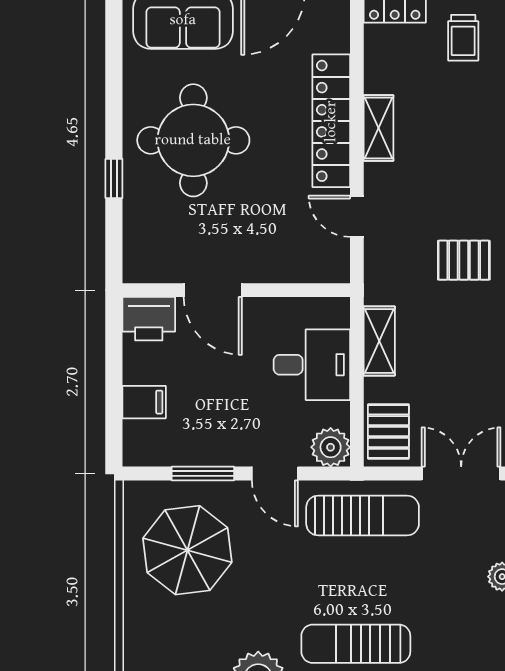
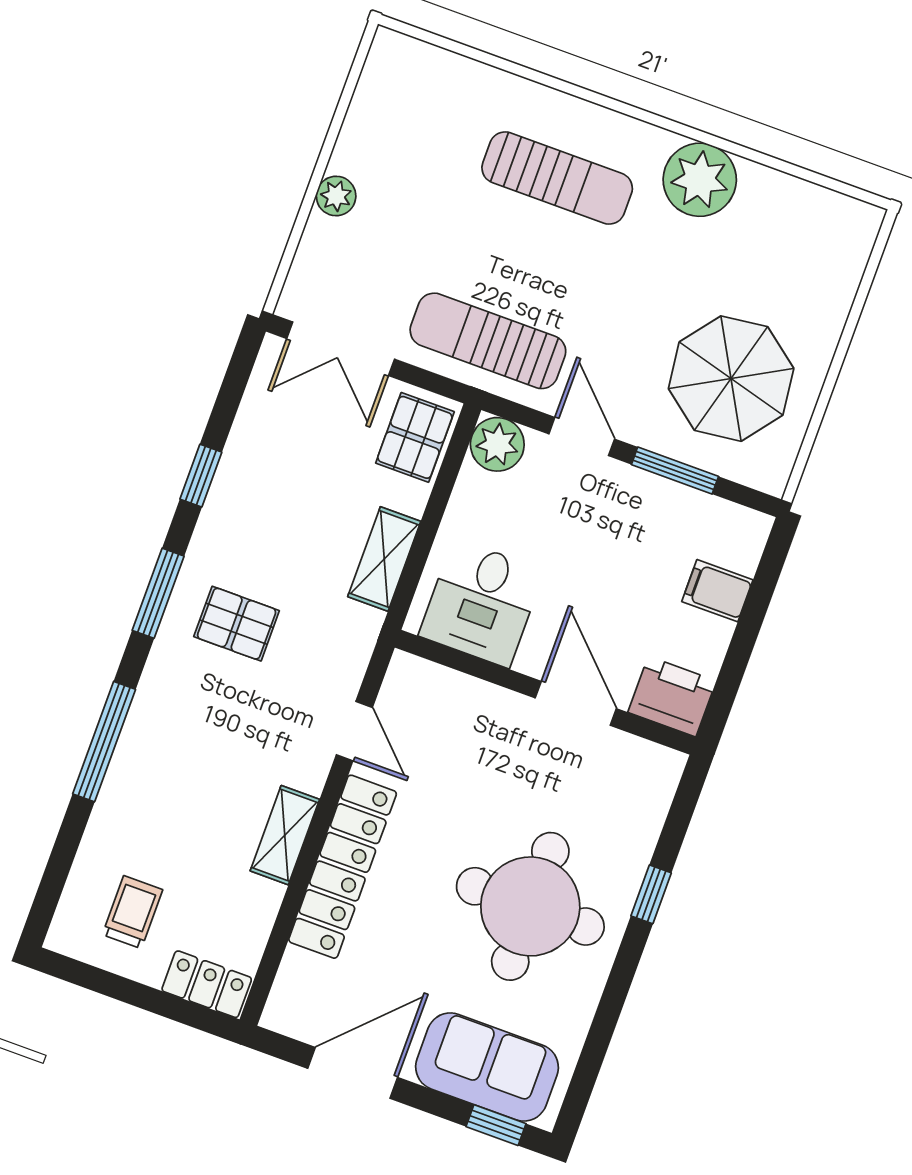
desk: (312, 365) -> (481, 603), moved, turned -90

